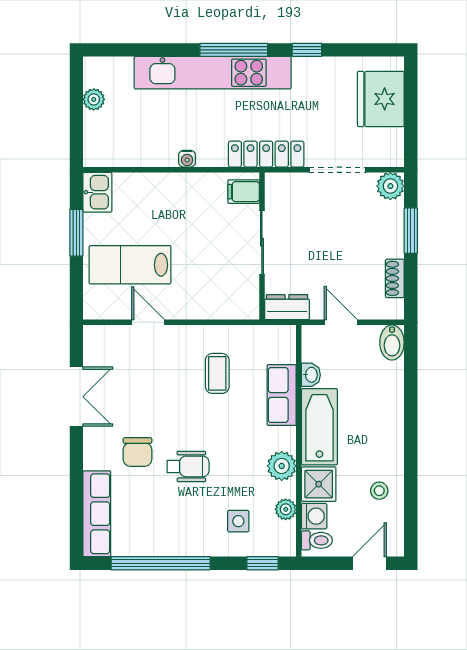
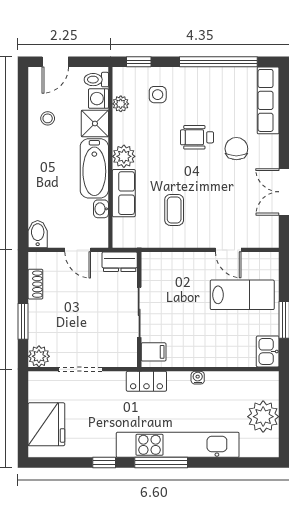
plant: (94, 99) -> (263, 417), width x1.87, depth x1.87
locker: (266, 154) -> (146, 381), width x0.66
plant: (282, 466) -> (124, 156), moved

